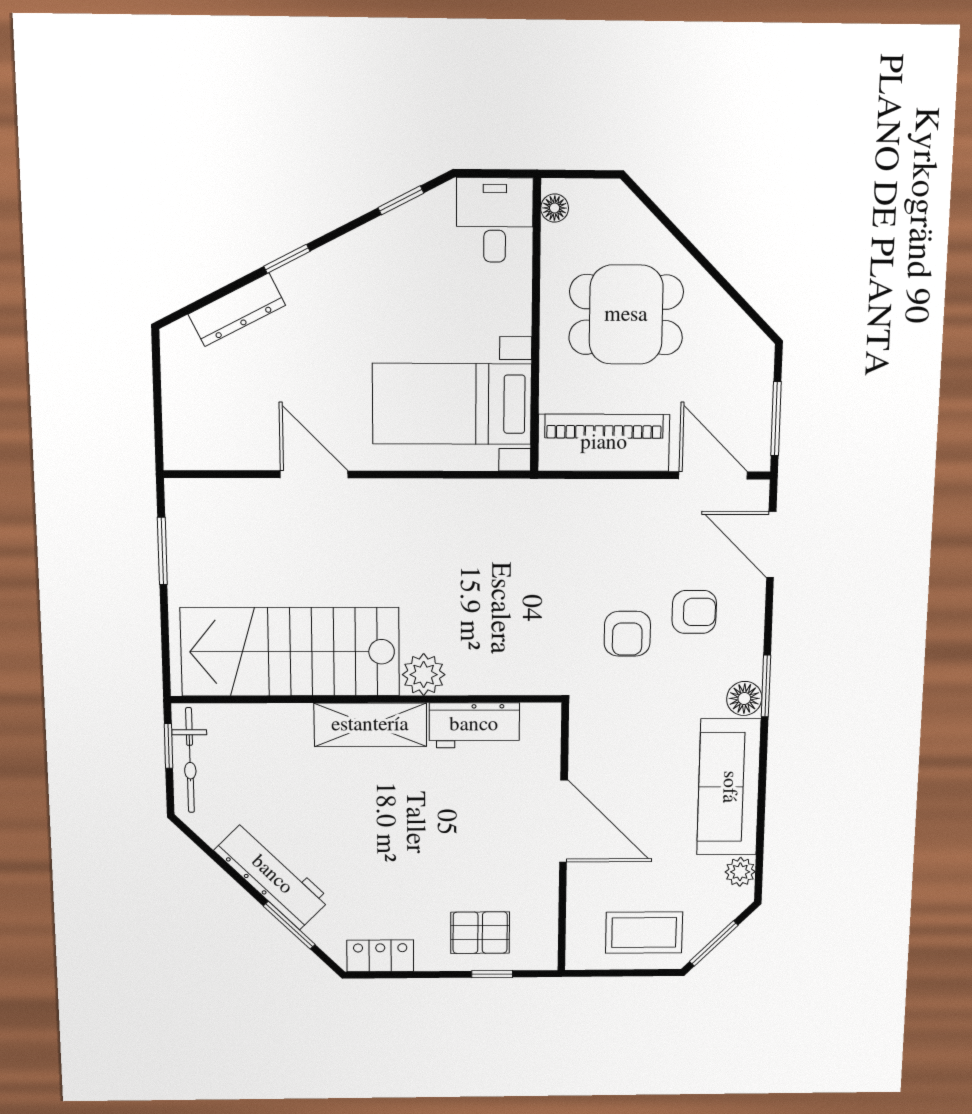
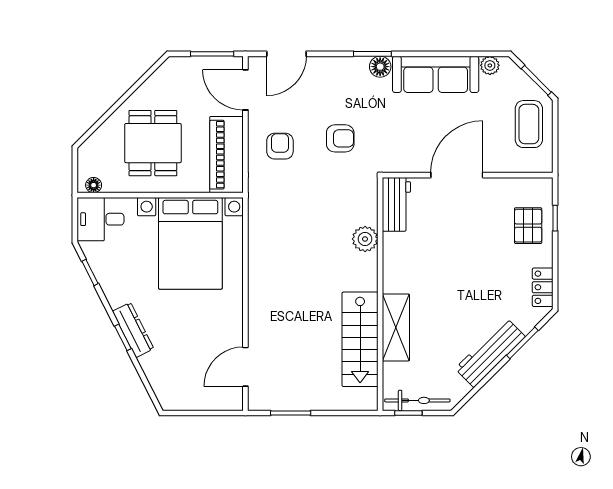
dresser: (237, 310) -> (133, 330), moved
bed with nightstands: (452, 404) -> (190, 243), width x1.36
door: (314, 474) -> (245, 367), moved
door: (713, 475) -> (245, 90), hinge flipped
armchair: (694, 612) -> (280, 146), moved
stairs: (290, 652) -> (360, 339), width x0.73, depth x0.66
plant: (424, 675) -> (365, 239), moved
shelving: (370, 725) -> (396, 327), moved
workbench: (474, 725) -> (396, 204), moved

